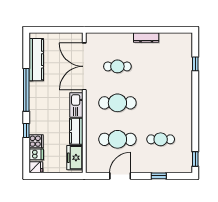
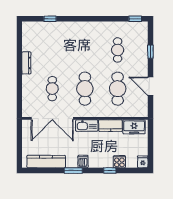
window: (26, 90) -> (73, 171), width x0.47
dishwasher: (36, 154) -> (83, 162), moved

